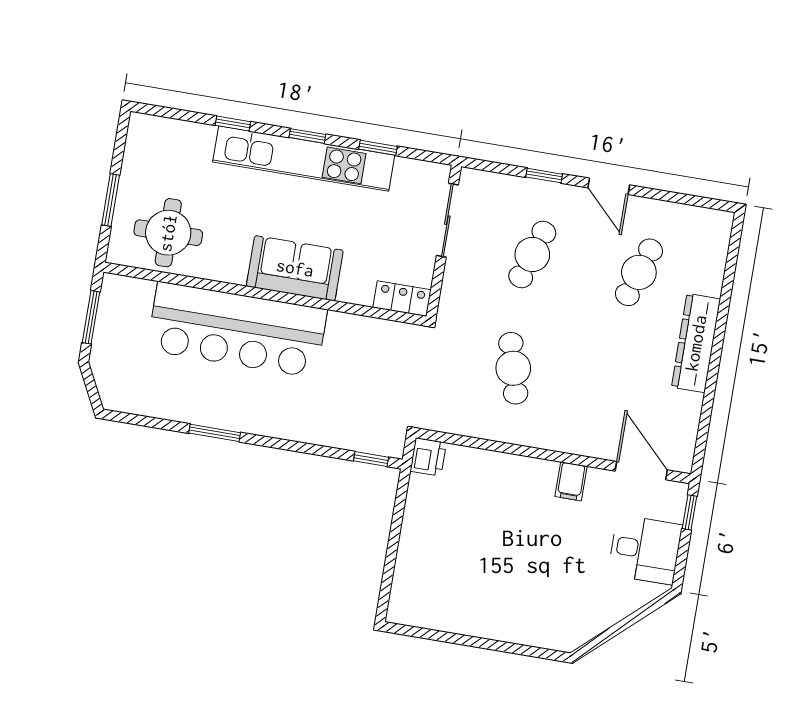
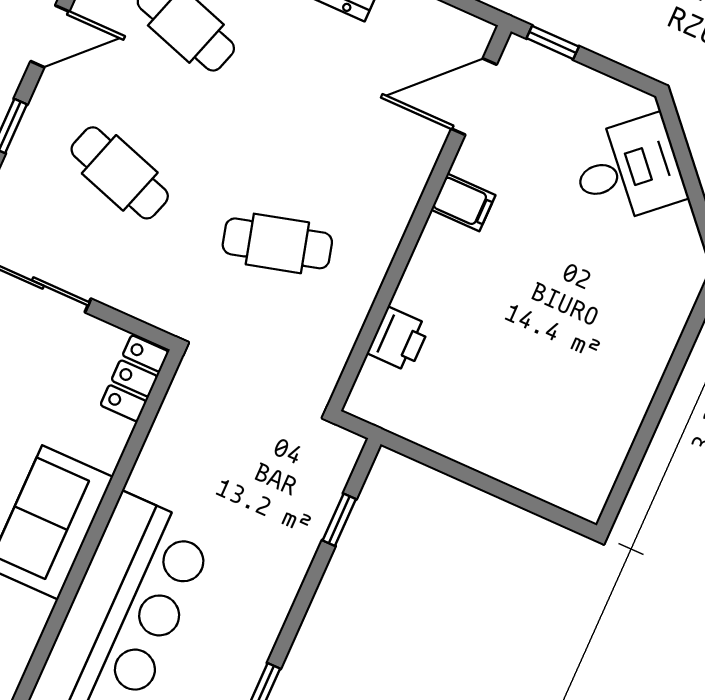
printer: (428, 457) -> (399, 339), moved, turned 90
window: (371, 459) -> (339, 520), moved
desk: (645, 550) -> (628, 170), moved, turned 48

